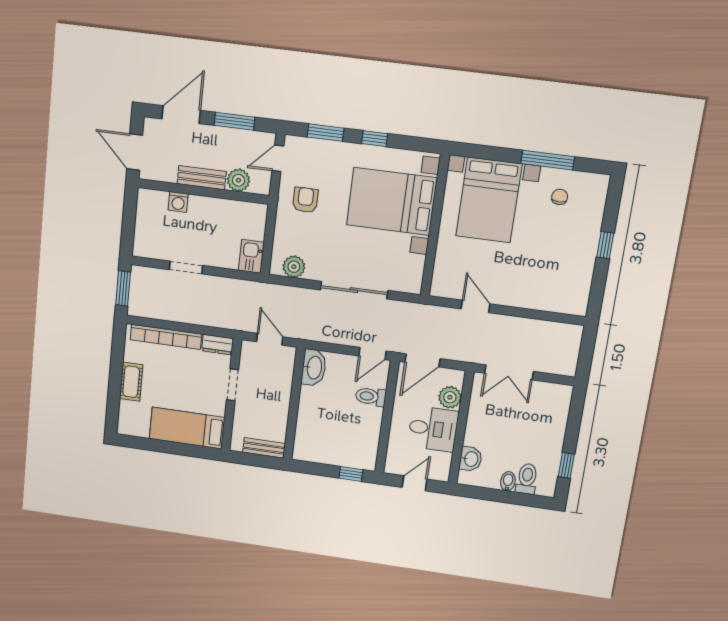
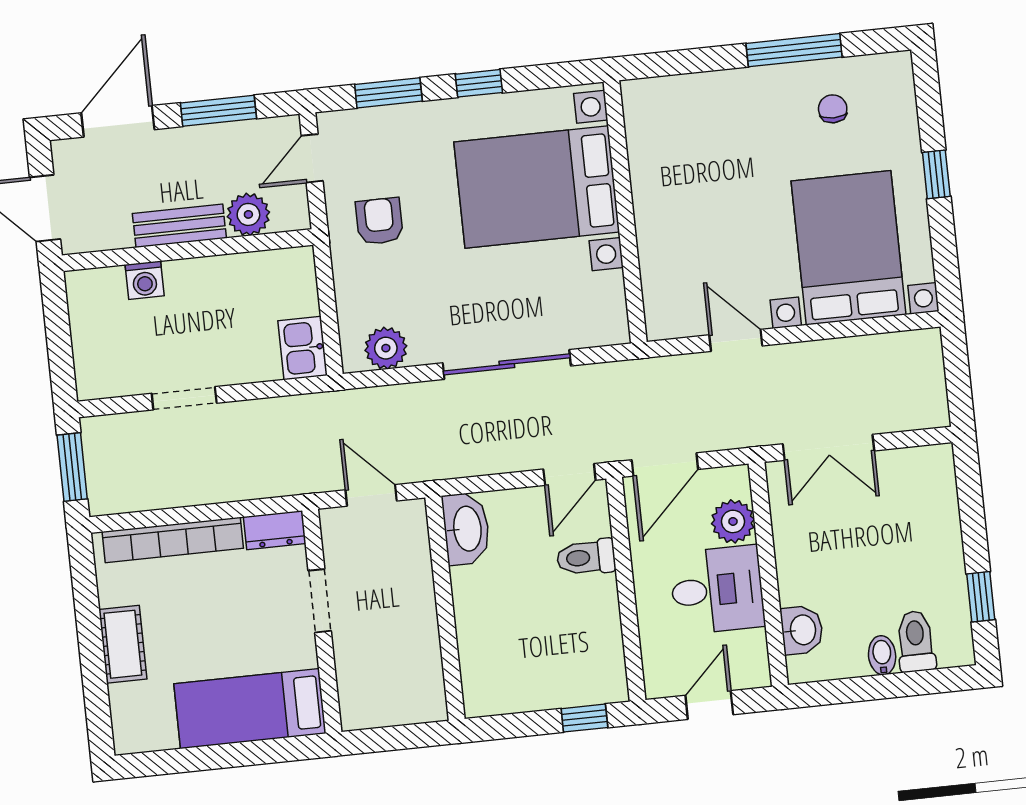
bed with nightstands: (489, 200) -> (848, 248), moved, turned 180
bench: (264, 448) -> (407, 709), removed

